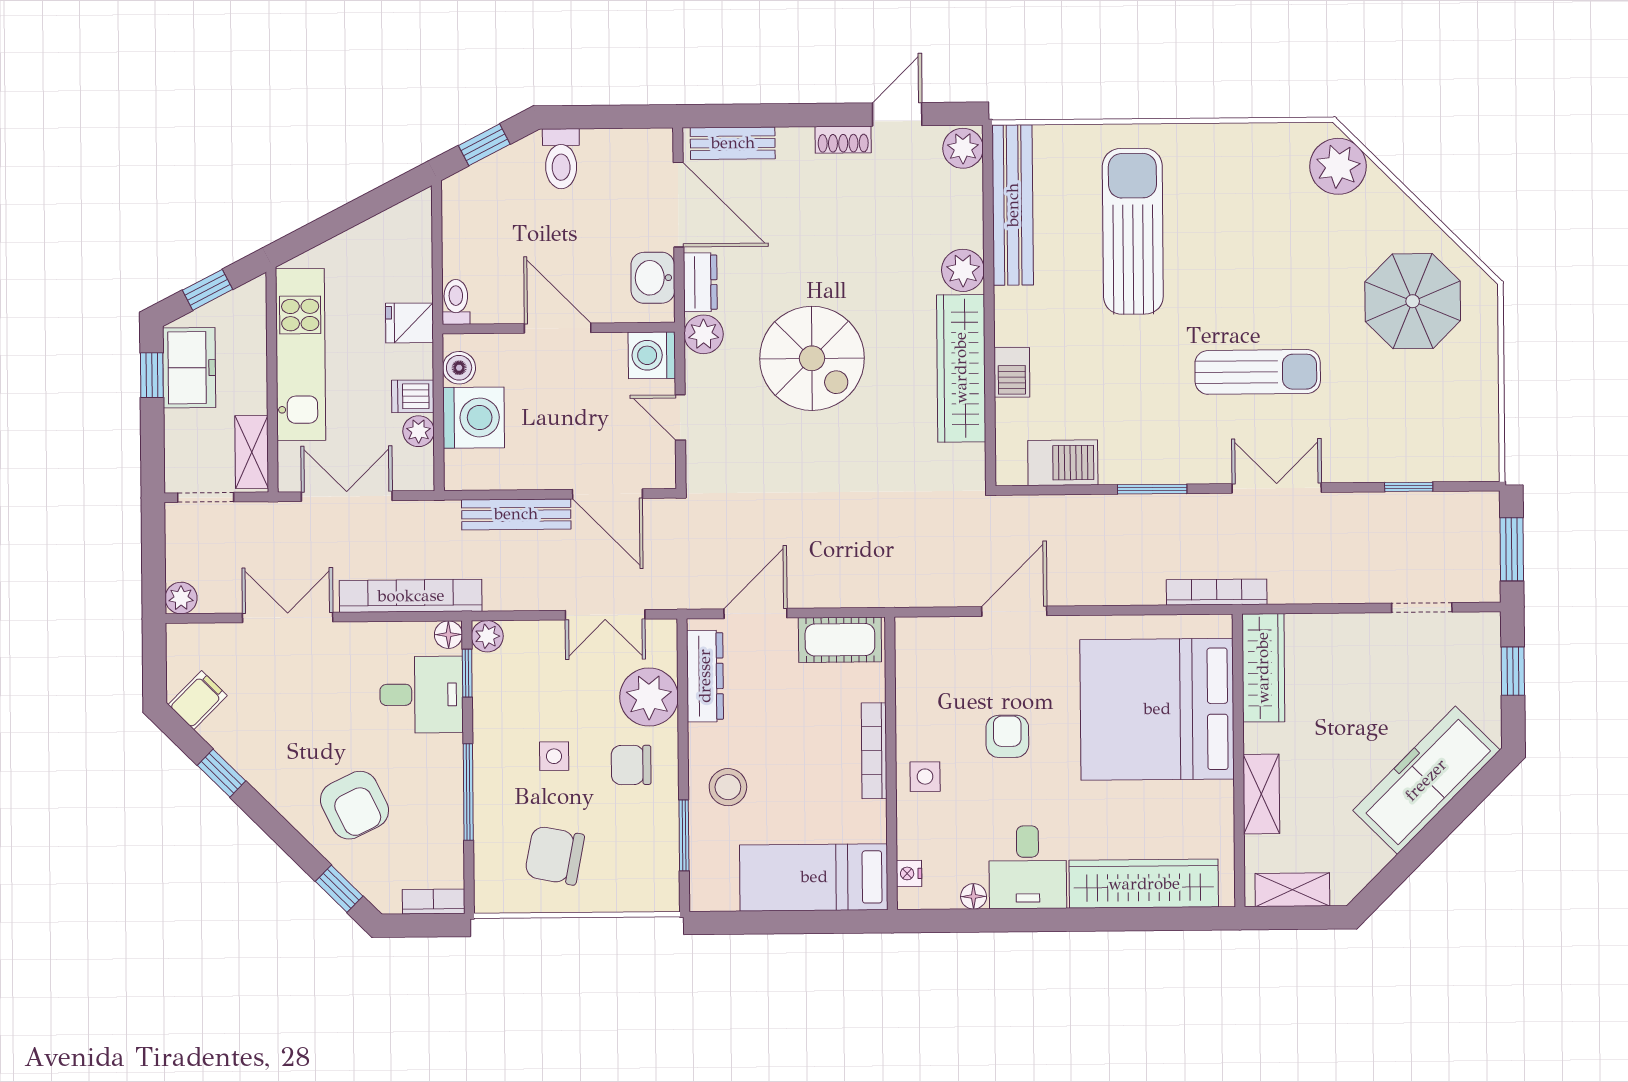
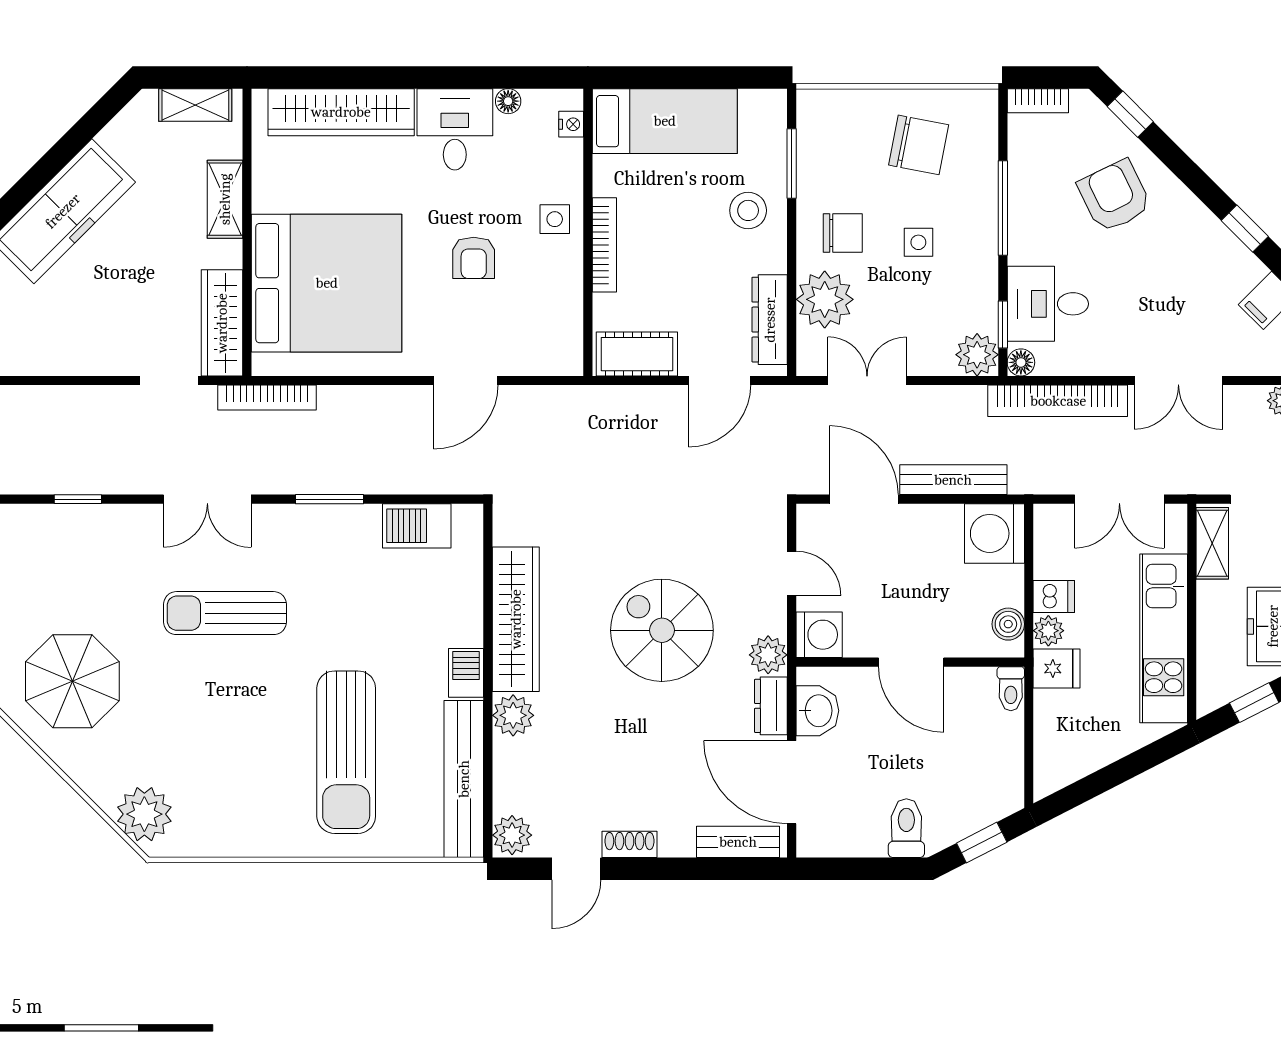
barbecue: (1012, 372) -> (466, 673), moved
washing machine: (474, 418) -> (994, 533), moved
plant: (419, 431) -> (1048, 631), moved
doorway: (1422, 608) -> (169, 381), moved
plant: (487, 636) -> (977, 355), width x1.38, depth x1.38

